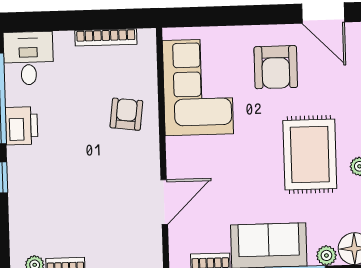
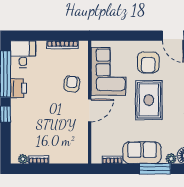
rug: (310, 154) -> (149, 100), moved
door: (164, 202) -> (90, 110), moved

